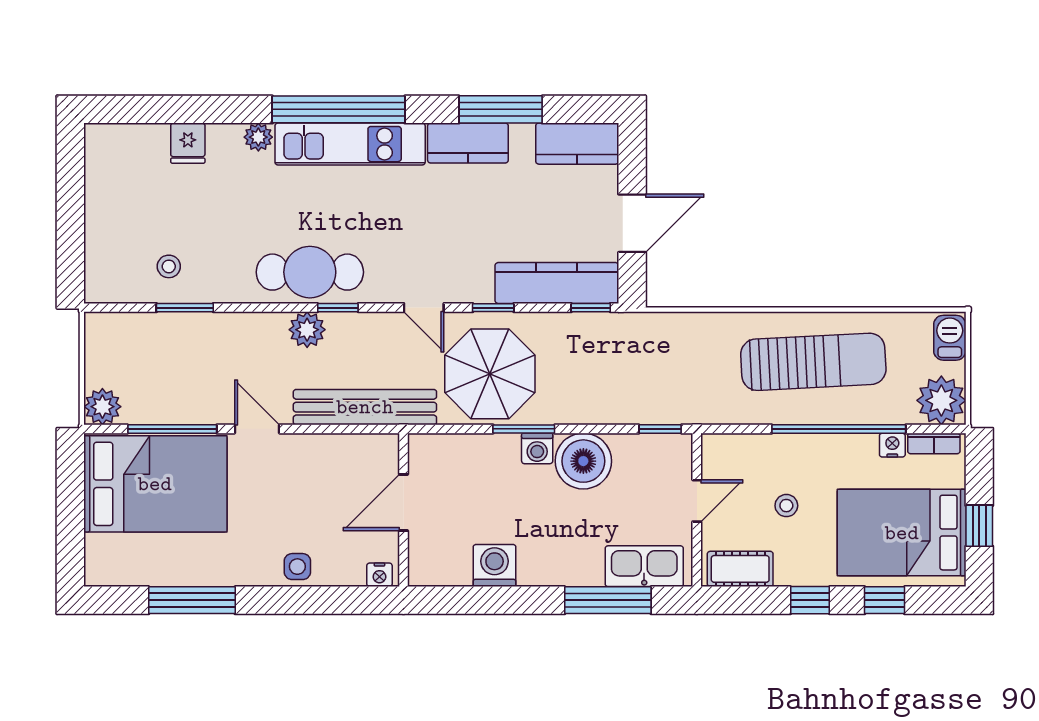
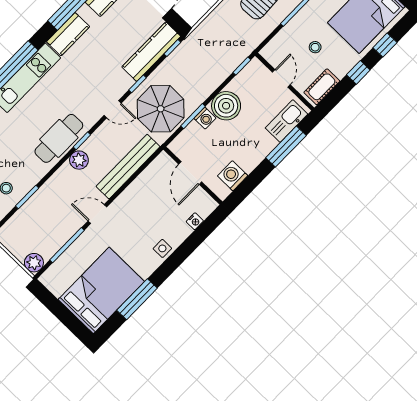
bed: (155, 484) -> (101, 290), moved
door: (404, 503) -> (190, 173), moved
wall: (404, 510) -> (193, 176), moved

